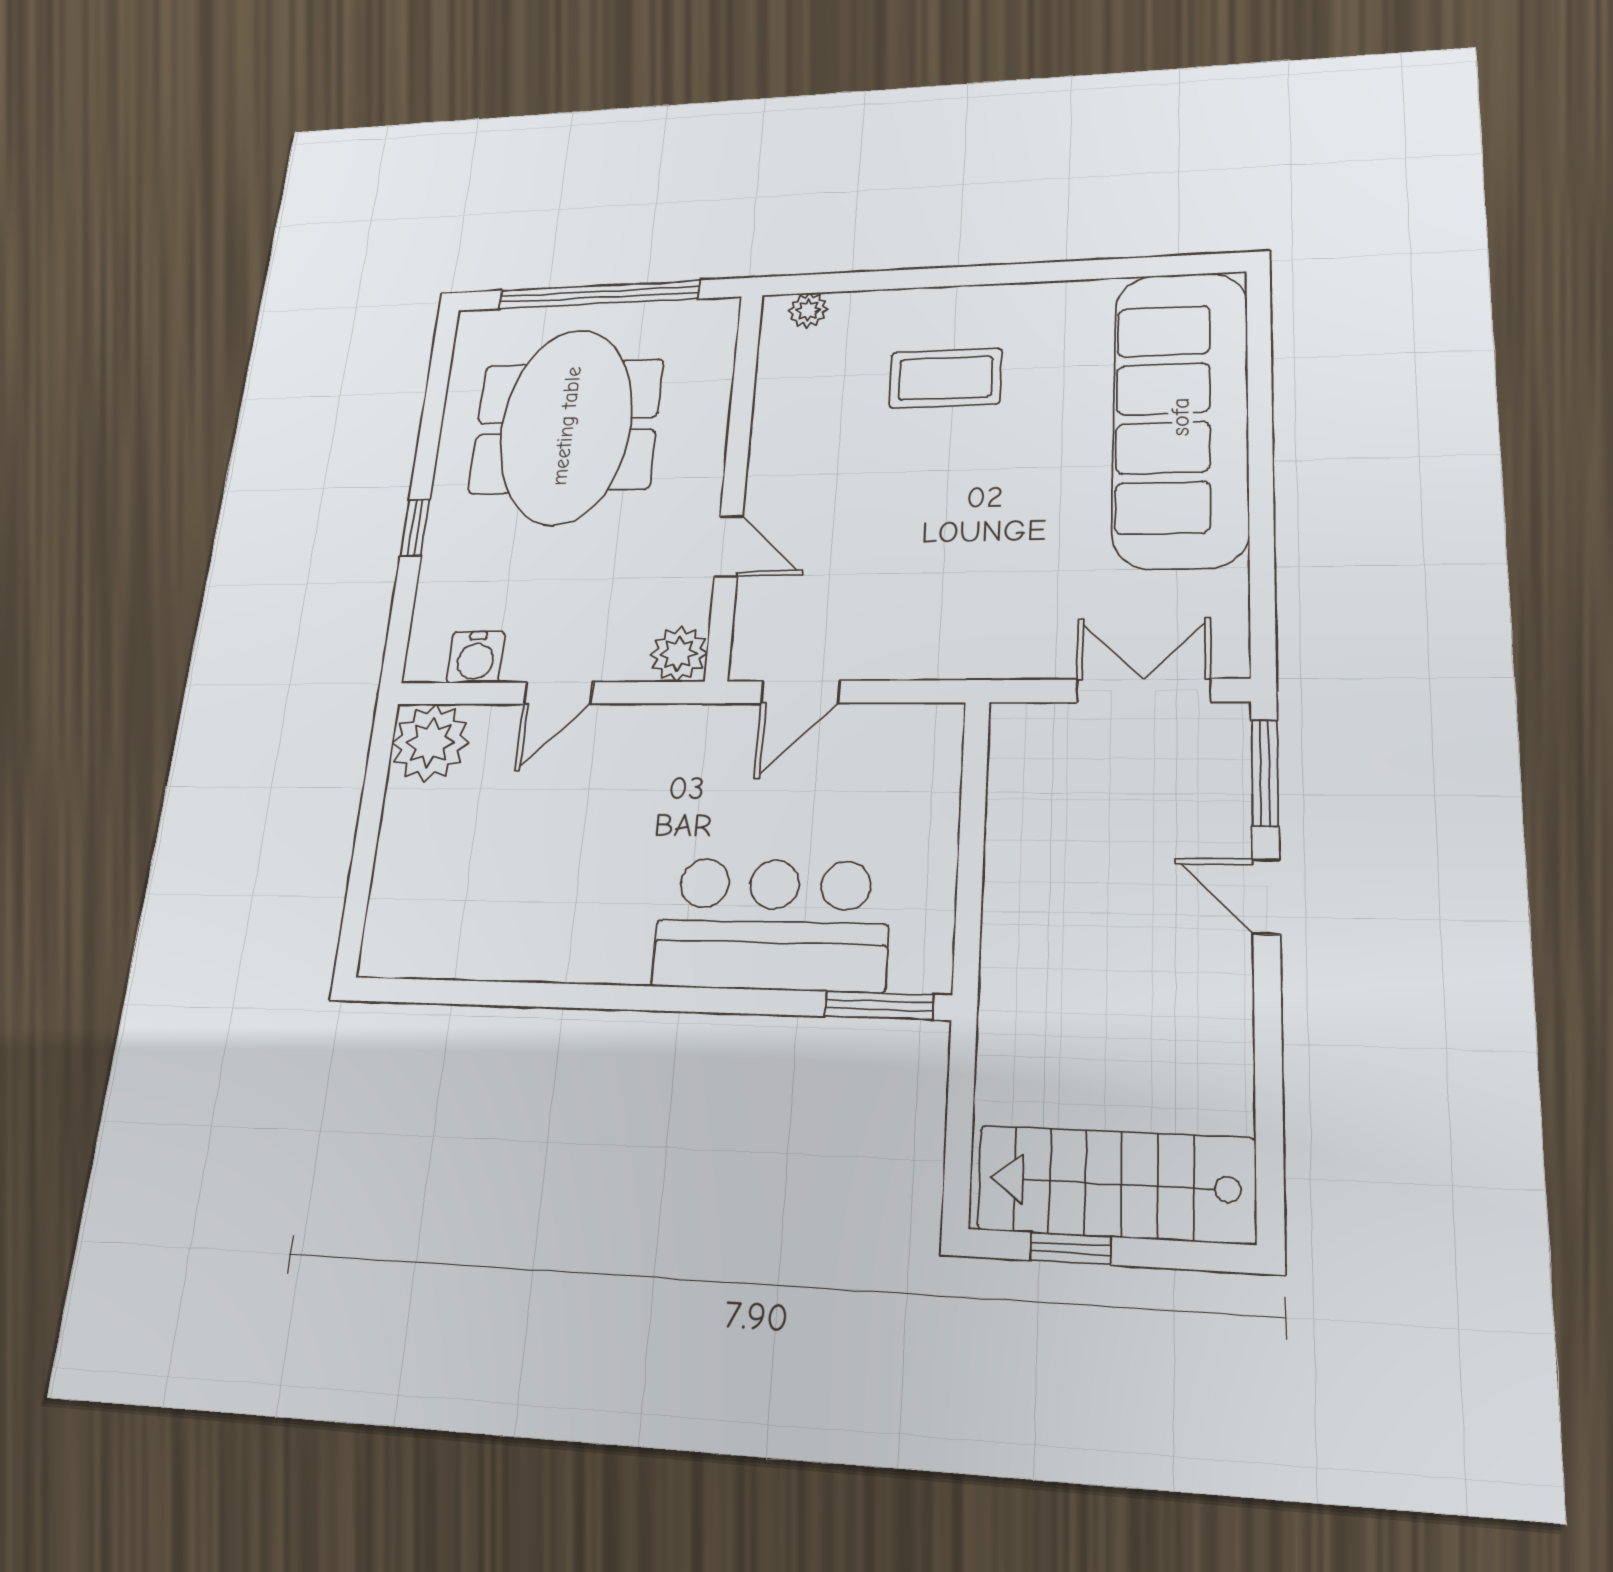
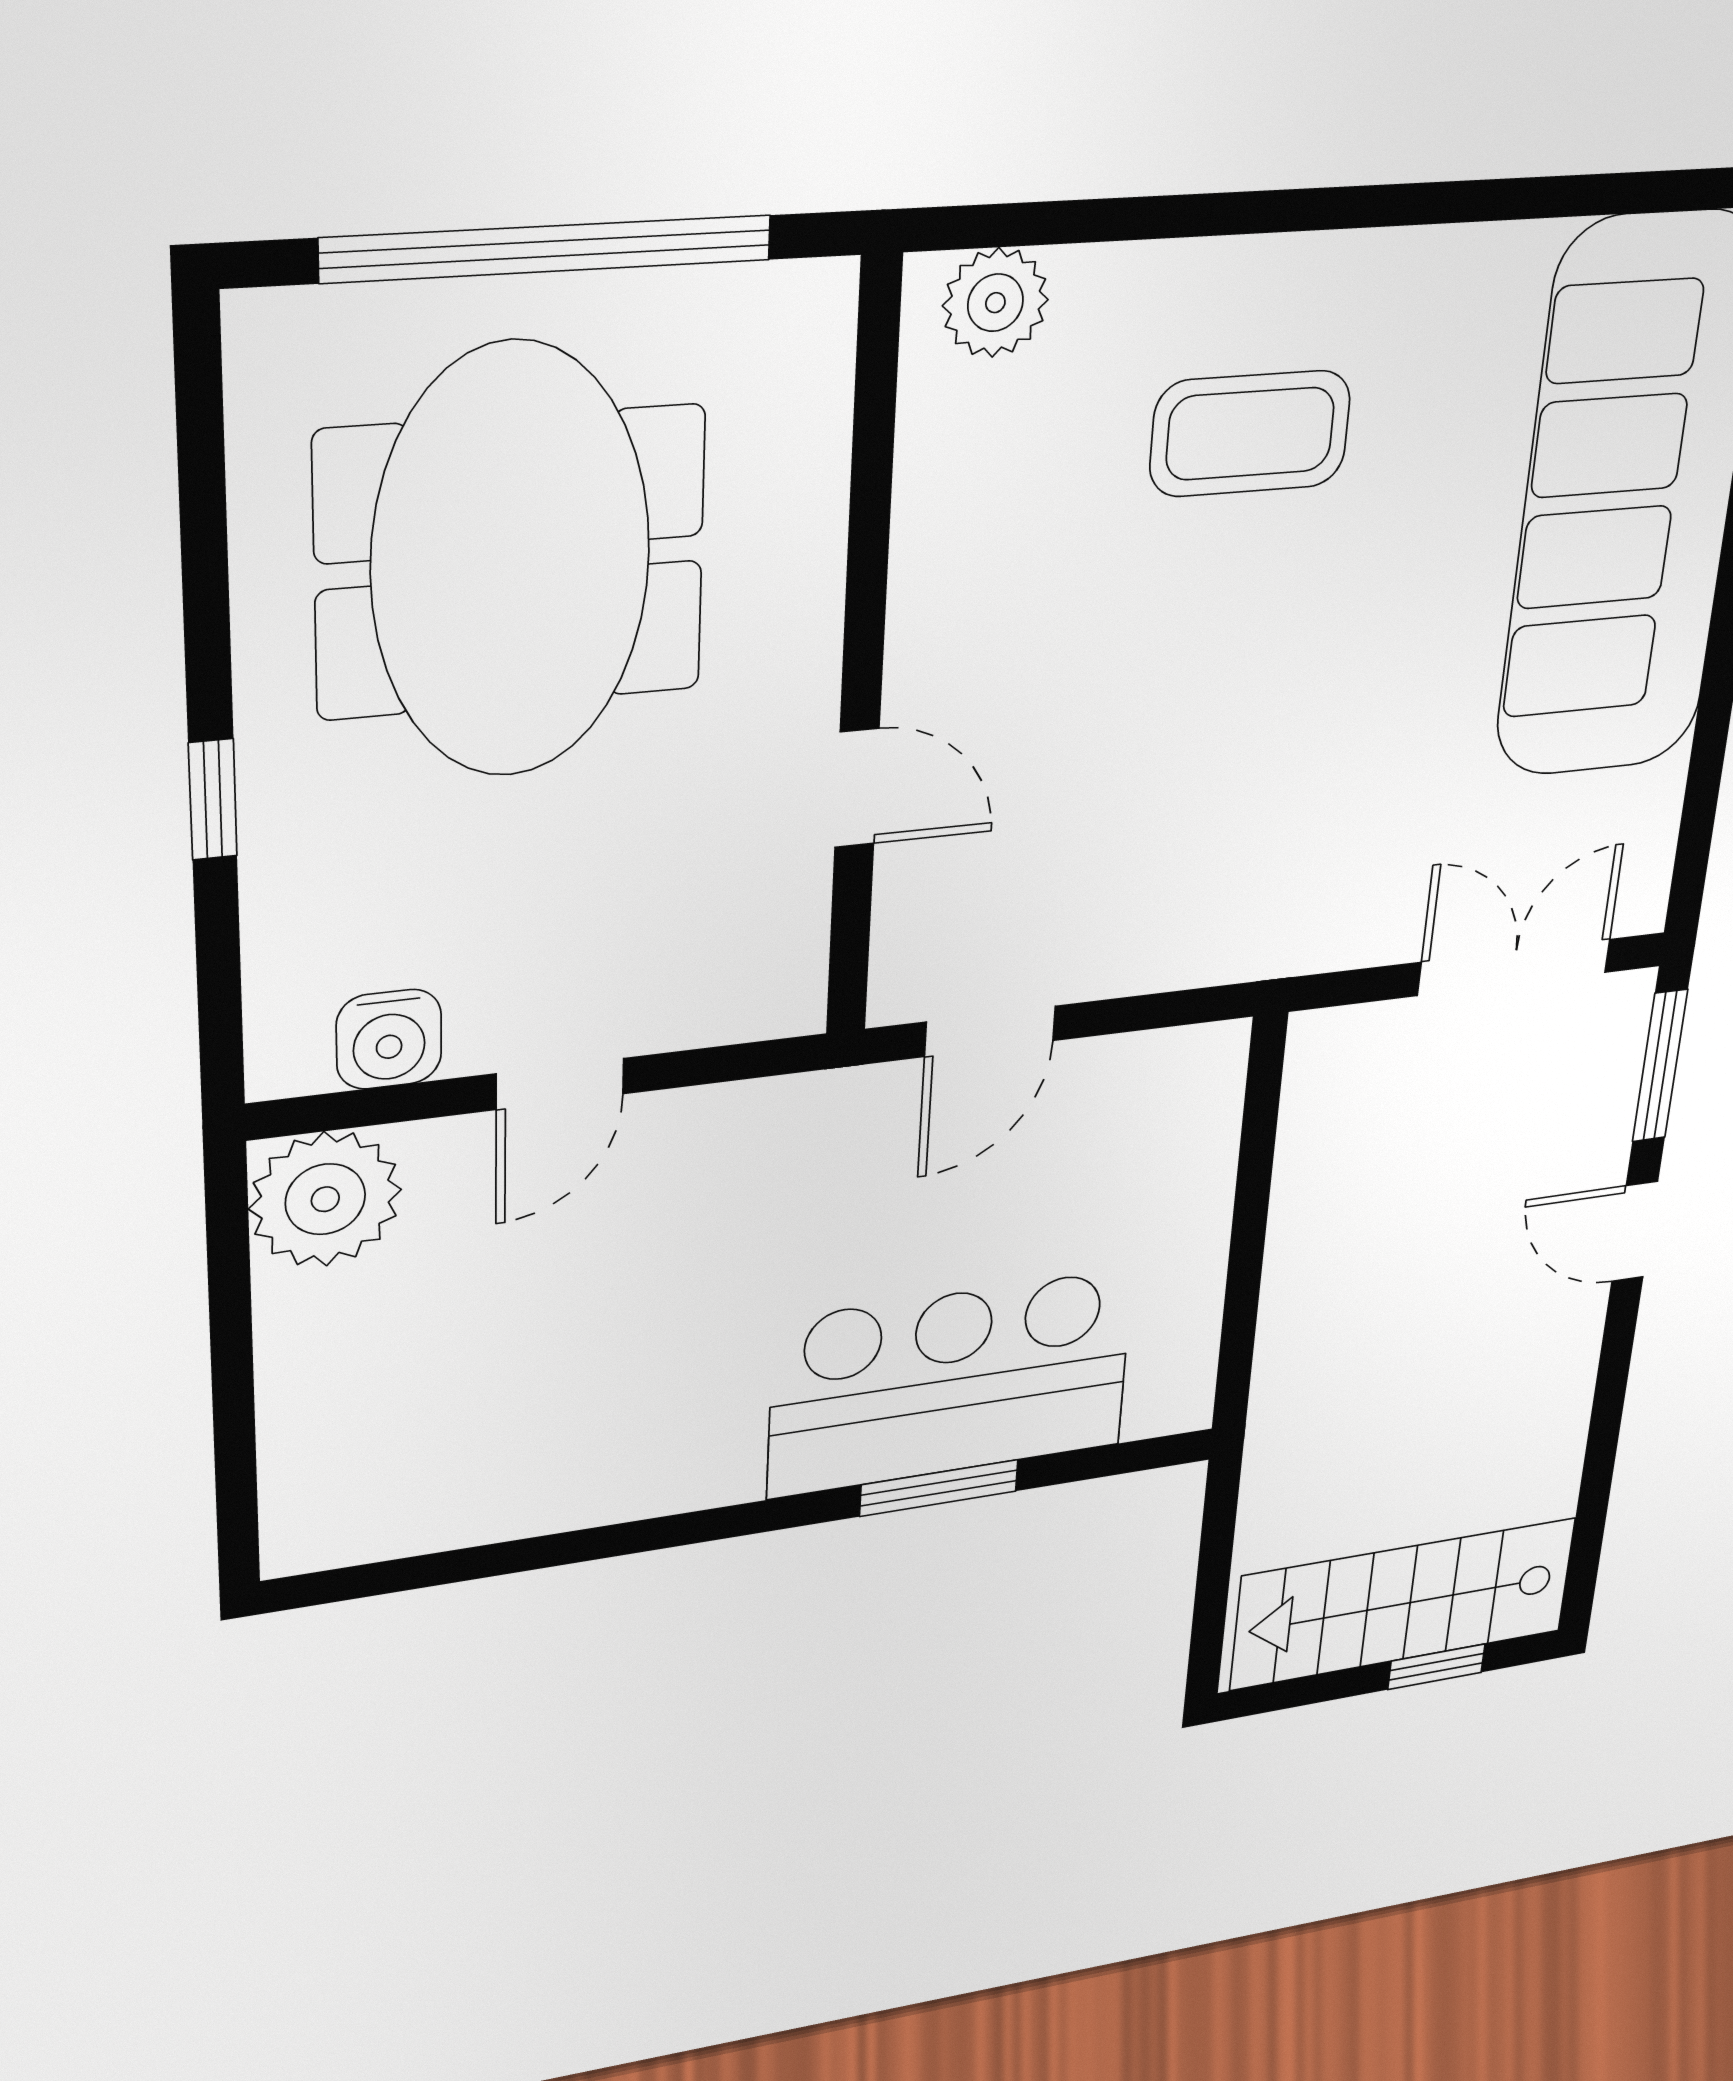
plant: (808, 310) -> (995, 303), width x1.38, depth x1.38
plant: (679, 654) -> (776, 991), removed
window: (879, 1005) -> (939, 1488), moved
window: (1071, 1249) -> (1436, 1667), moved

